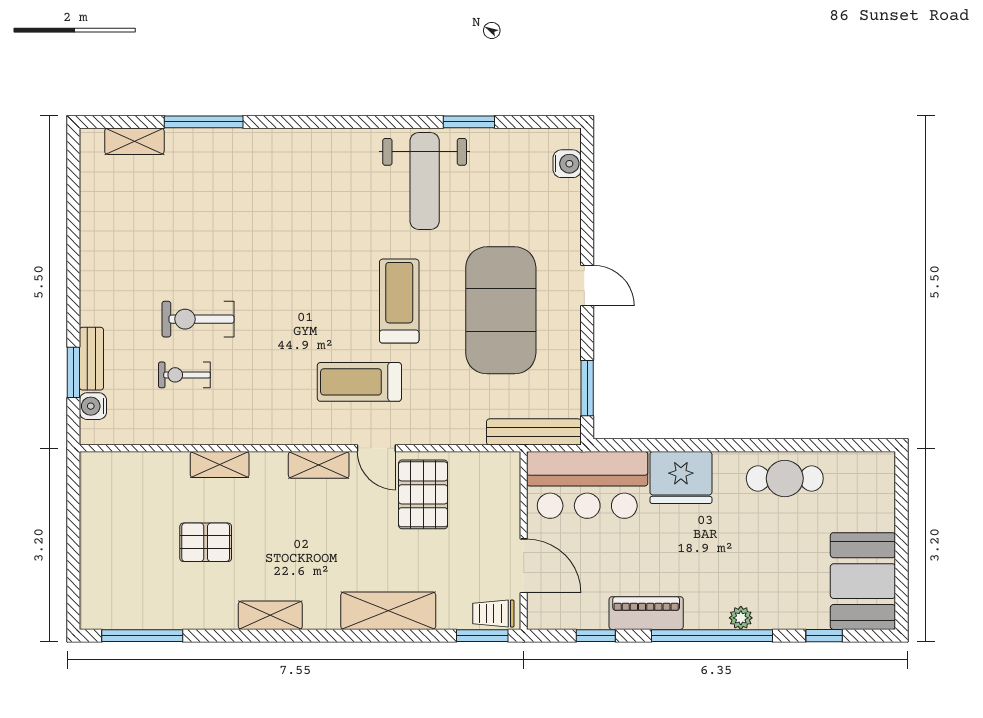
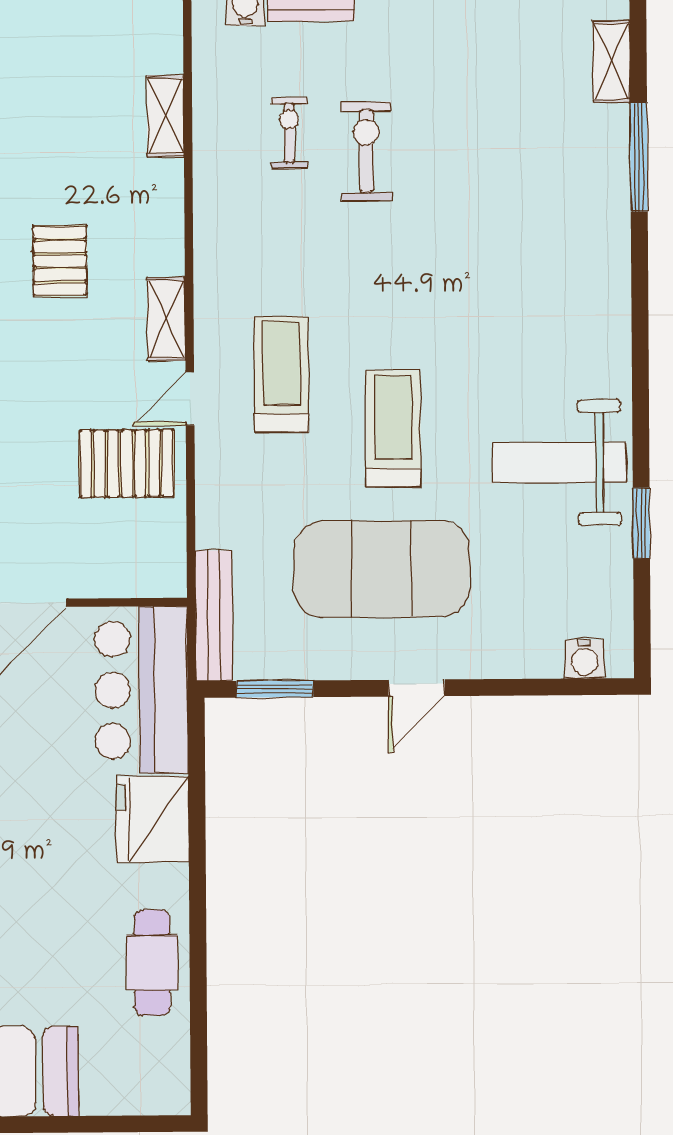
treadmill: (399, 301) -> (393, 429), turned -90
shelving: (220, 464) -> (166, 116), moved
pallet: (206, 542) -> (60, 261), moved

